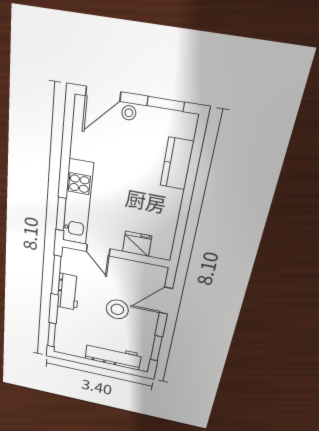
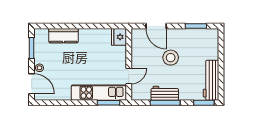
fridge: (137, 244) -> (119, 37), moved
window: (56, 275) -> (165, 103), moved
workbench: (113, 356) -> (211, 80), moved

